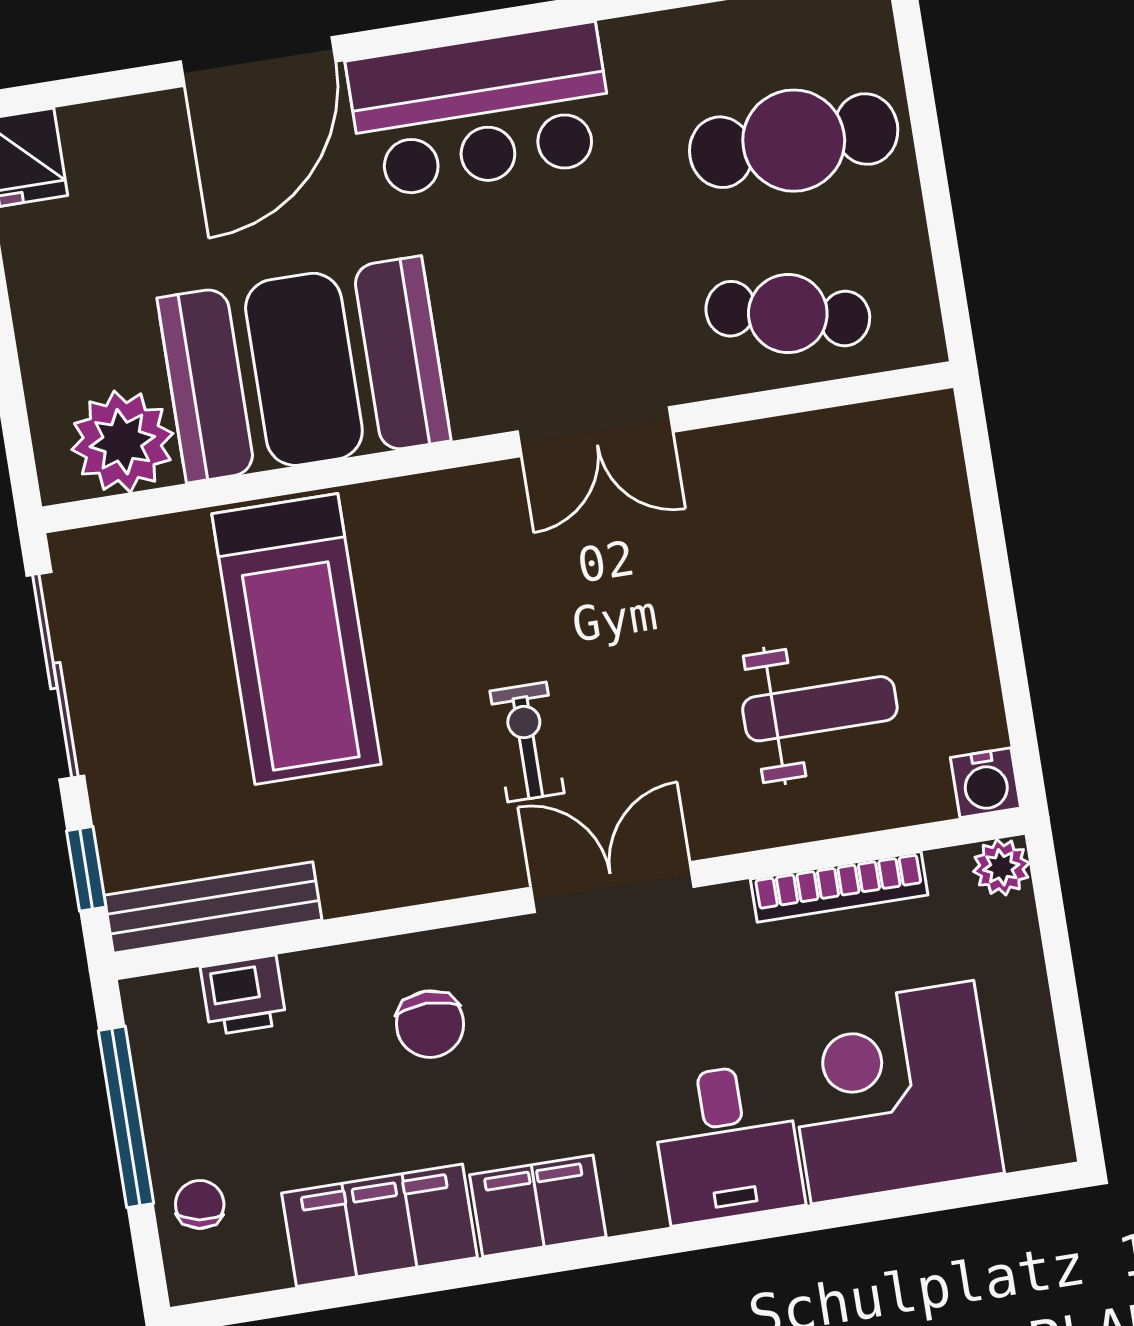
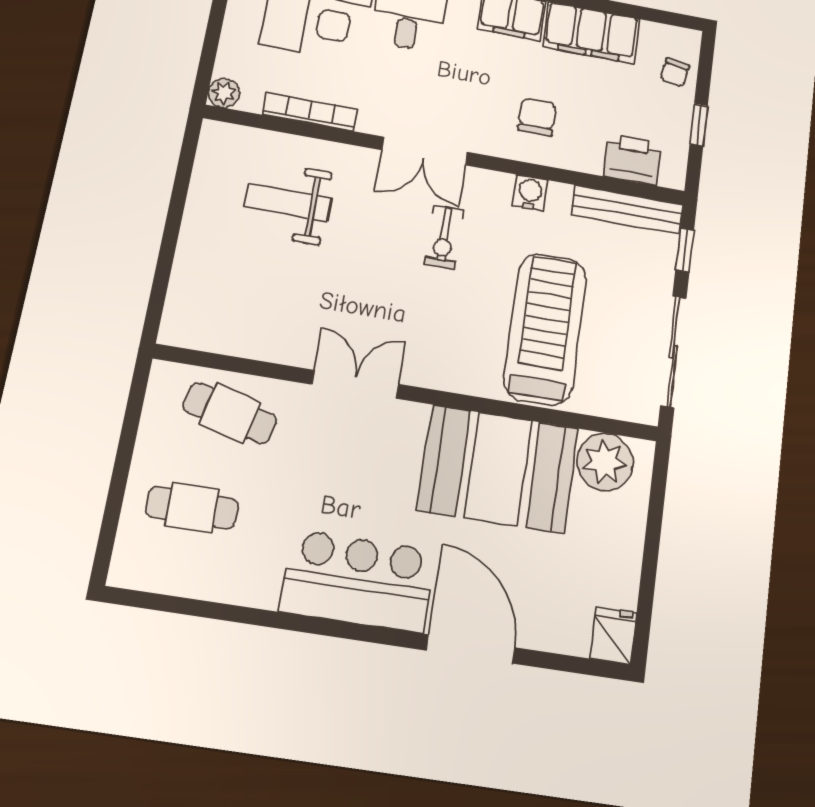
door: (258, 61) -> (471, 649), hinge flipped
cafe table: (794, 141) -> (192, 508), width x0.73, depth x0.74
water cooler: (985, 783) -> (530, 193), moved
printer: (244, 995) -> (632, 160), width x1.36, depth x1.24
window: (126, 1117) -> (699, 125), width x0.46

